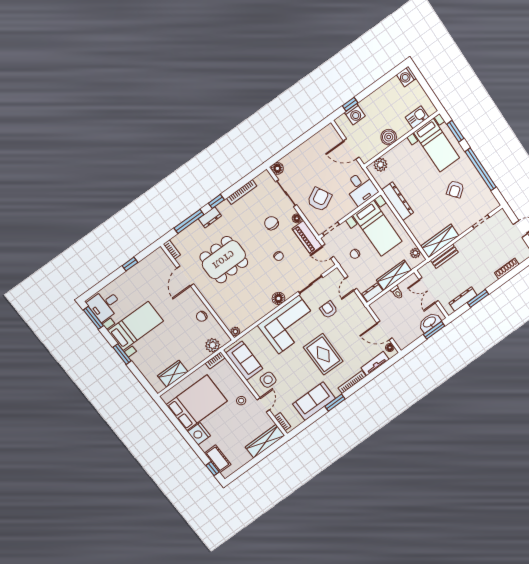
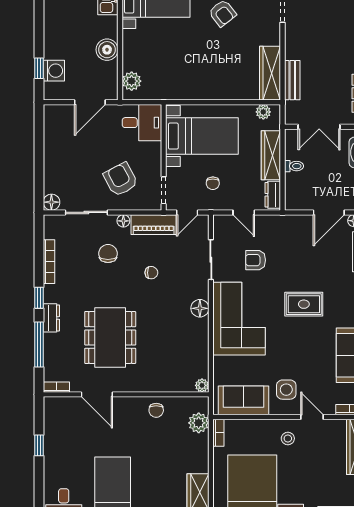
dresser: (398, 201) -> (188, 91), removed
chair: (271, 223) -> (108, 254), turned 90
rug: (323, 354) -> (304, 304), width x0.73, depth x0.70

